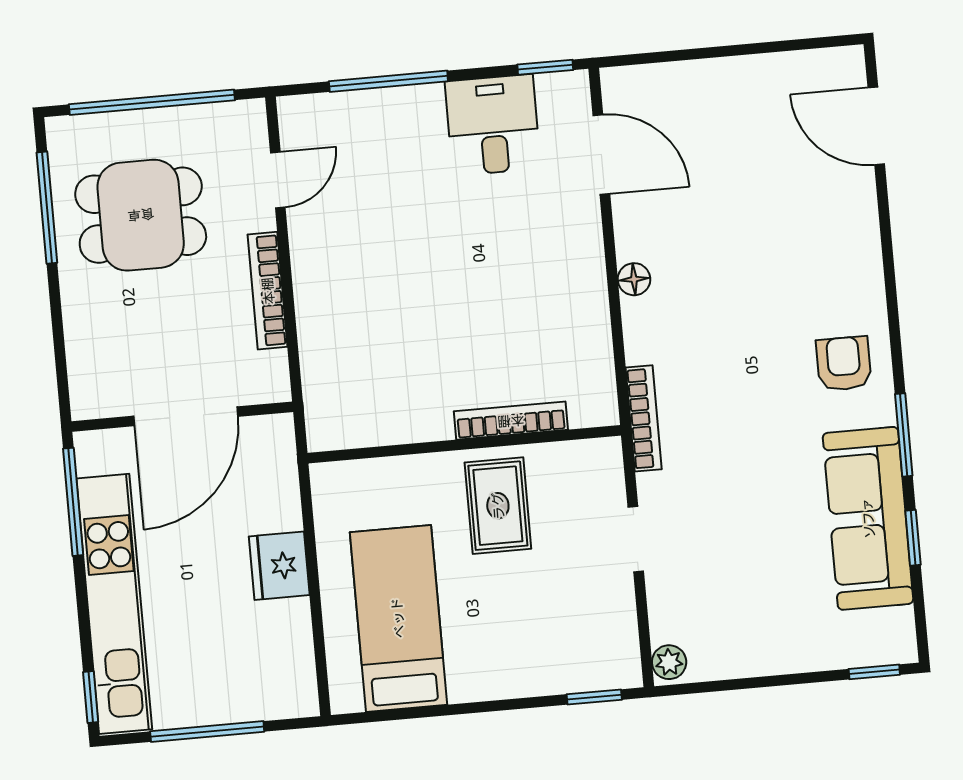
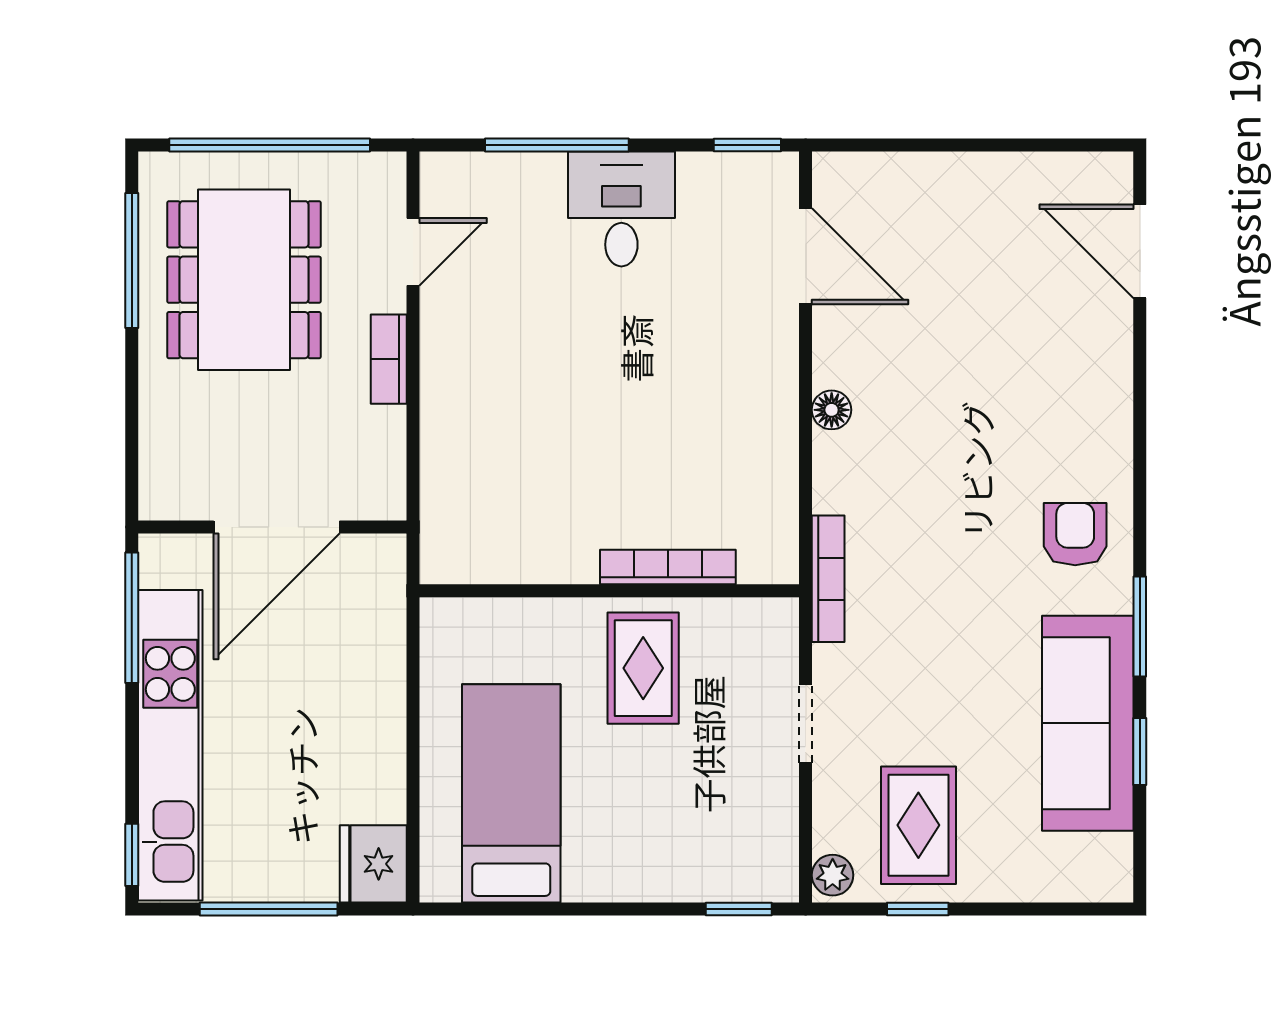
desk: (493, 125) -> (621, 209), moved
dining table: (141, 215) -> (244, 280), width x1.38
bookcase: (268, 291) -> (389, 359), width x0.64
fridge: (279, 566) -> (373, 864), moved
rug: (736, 615) -> (918, 825), added
window: (874, 672) -> (918, 909), moved

